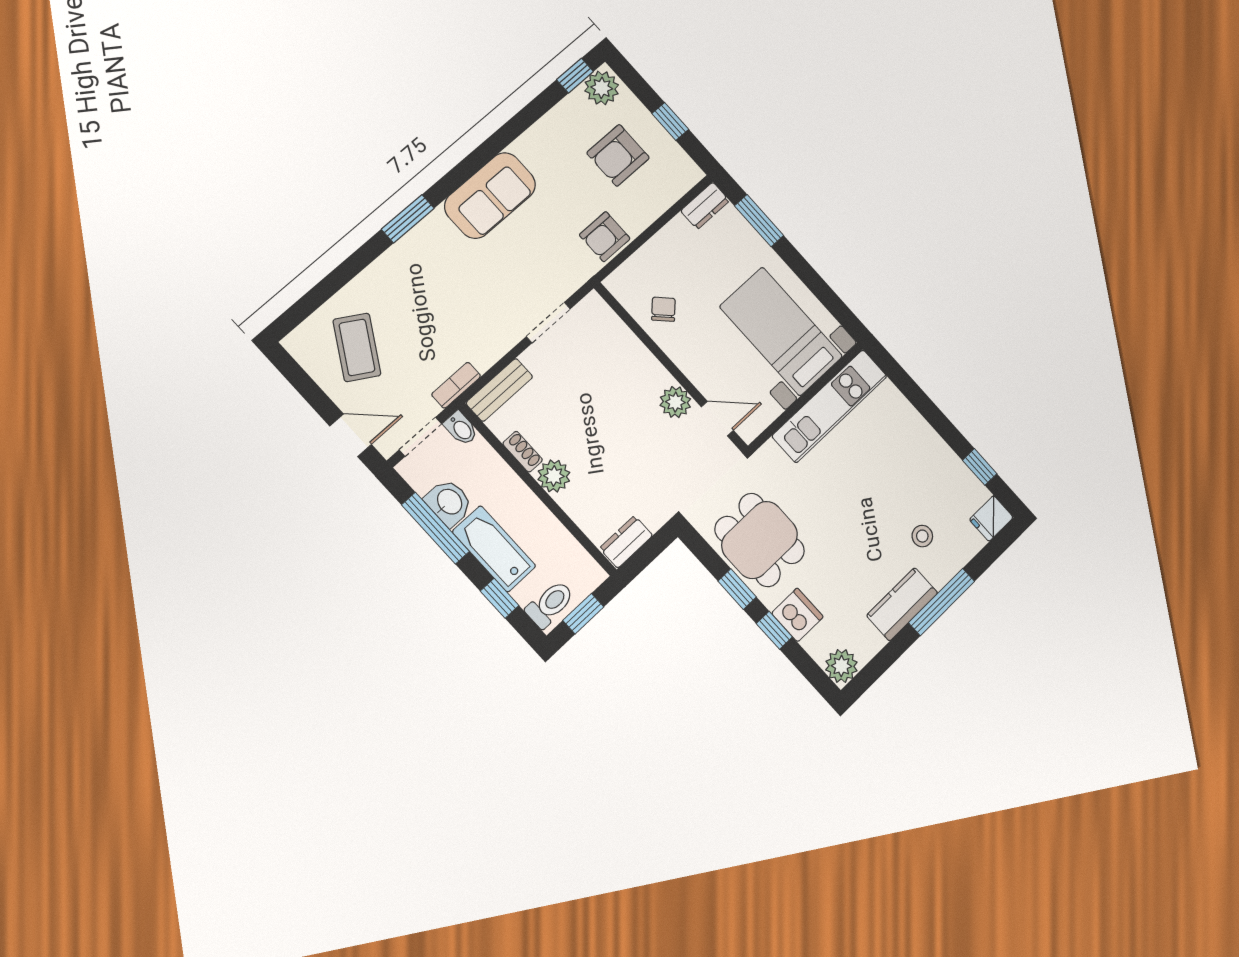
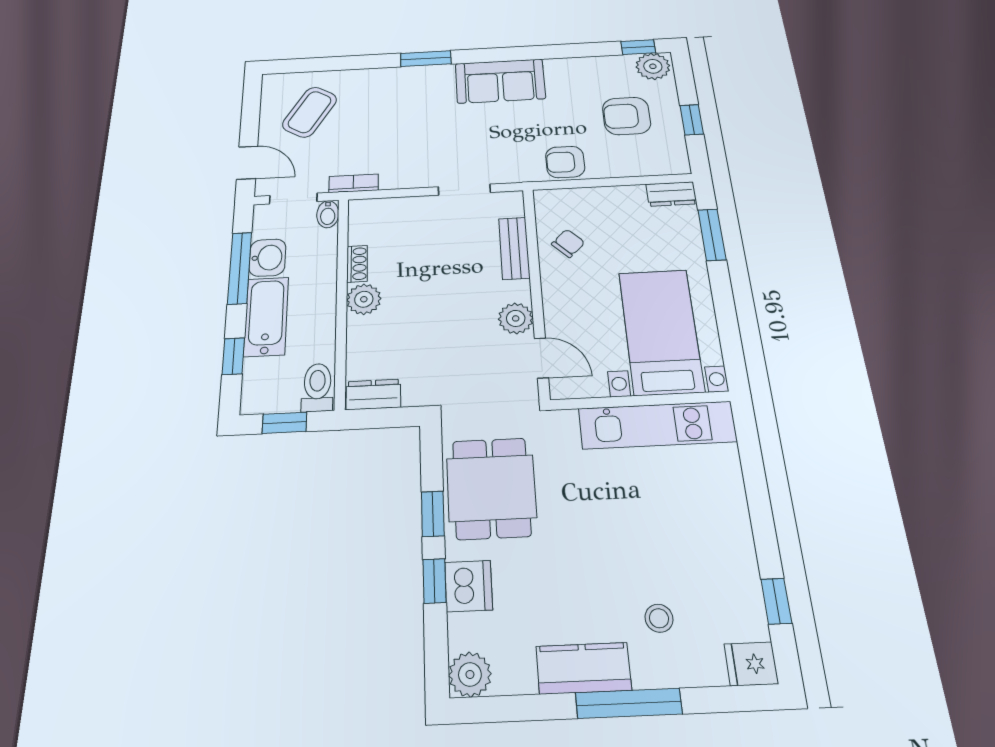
bench: (499, 390) -> (514, 248), moved, turned 90
toilet: (550, 604) -> (317, 387), moved, turned -90

